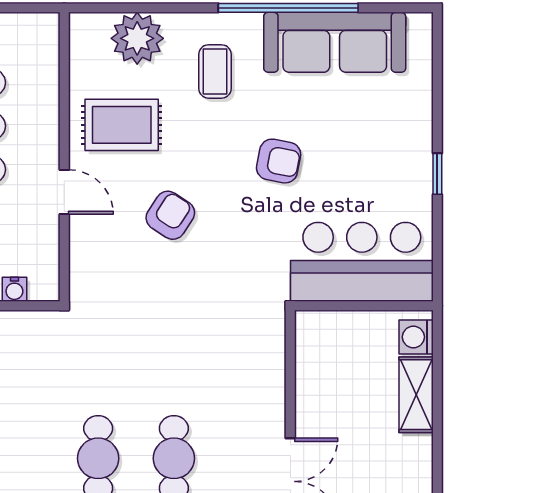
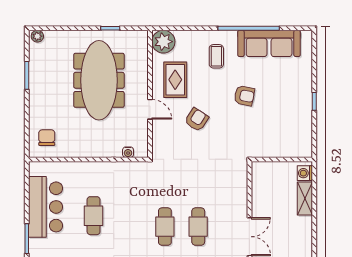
plant: (137, 38) -> (163, 42), moved
rug: (122, 125) -> (175, 80), turned 90
bar counter: (362, 262) -> (281, 140), removed

